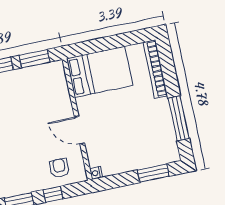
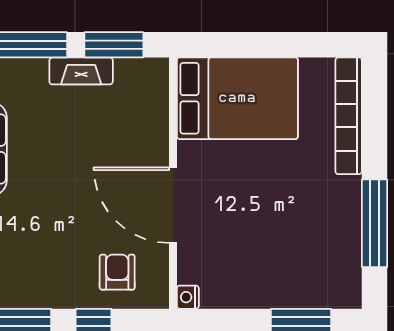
fireplace: (21, 75) -> (81, 71), added
door: (79, 130) -> (173, 205), width x1.36

